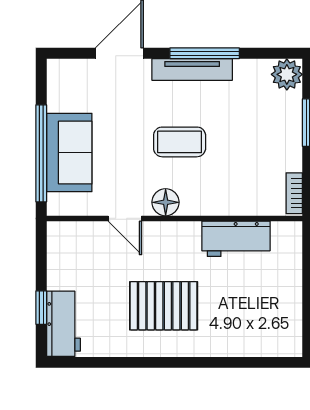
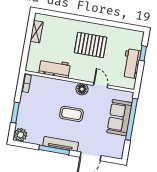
shelving: (291, 315) -> (37, 32), added
workbench: (63, 324) -> (131, 63), moved

